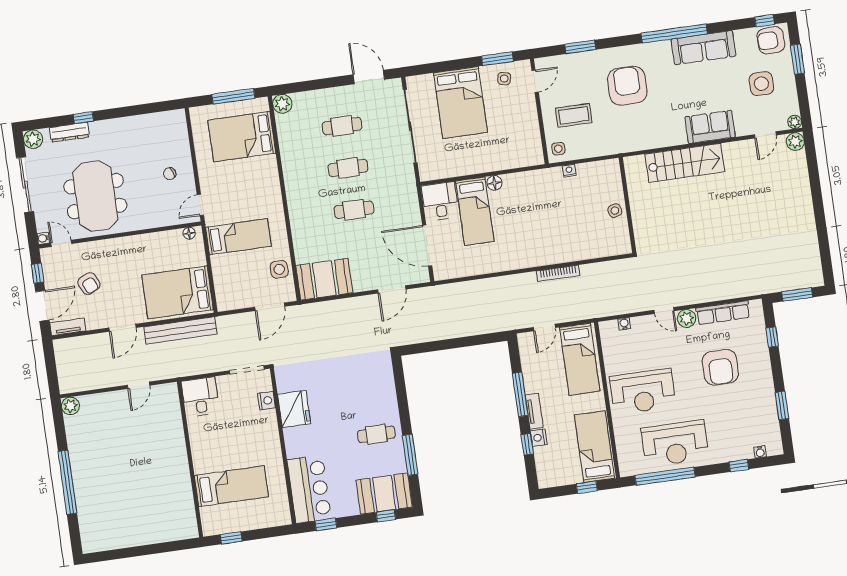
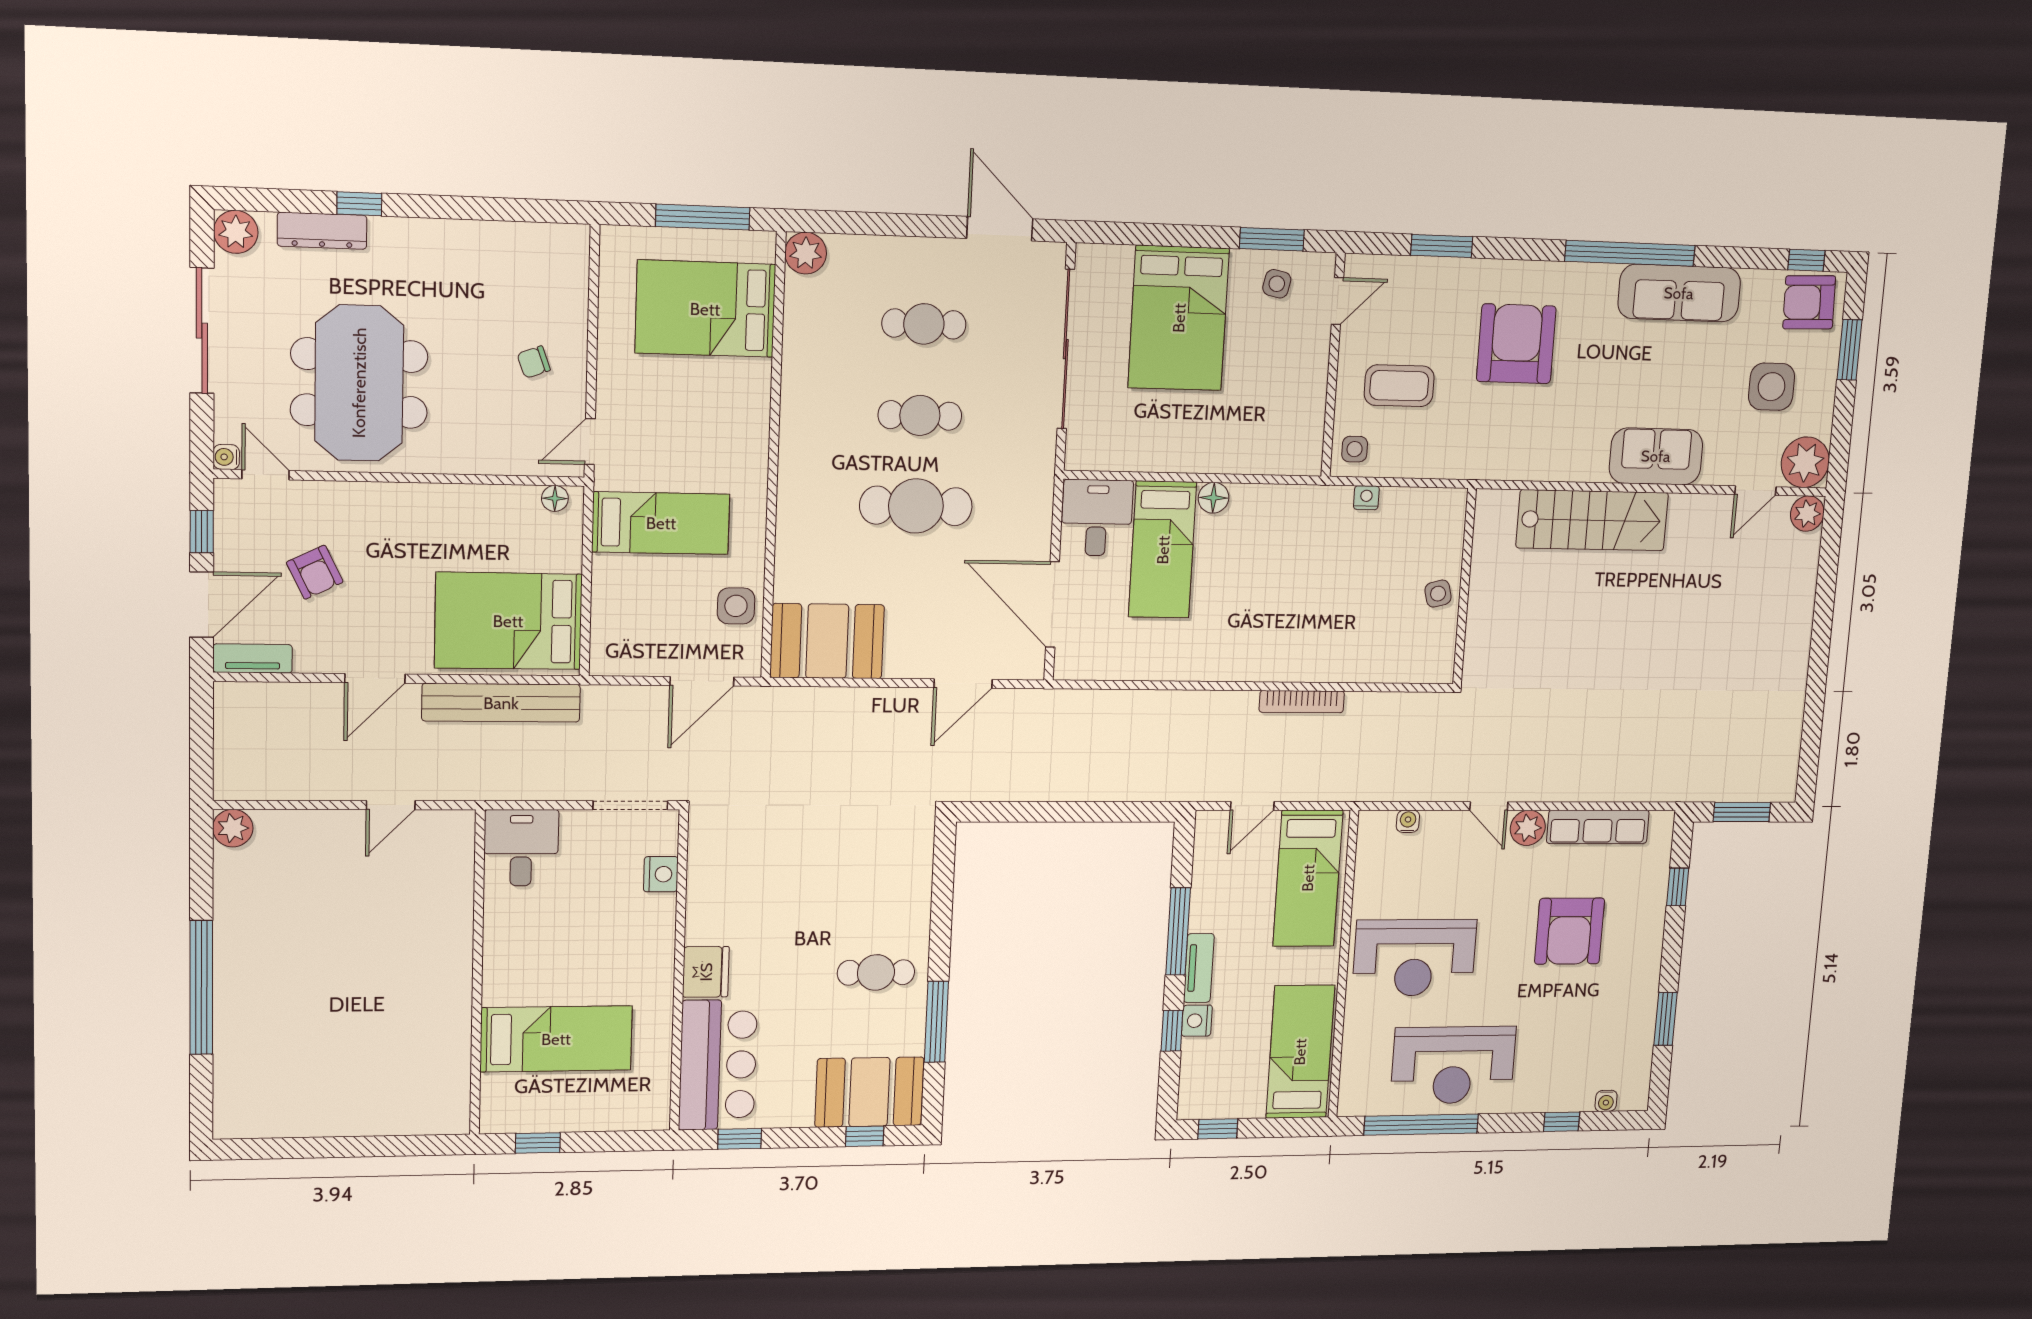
plant: (795, 122) -> (1805, 462), width x1.88, depth x1.88
cafe table: (354, 210) -> (916, 506), width x1.37, depth x1.35
fridge: (294, 409) -> (706, 972), moved, width x0.73, depth x0.75
window: (587, 487) -> (1218, 1129), moved

